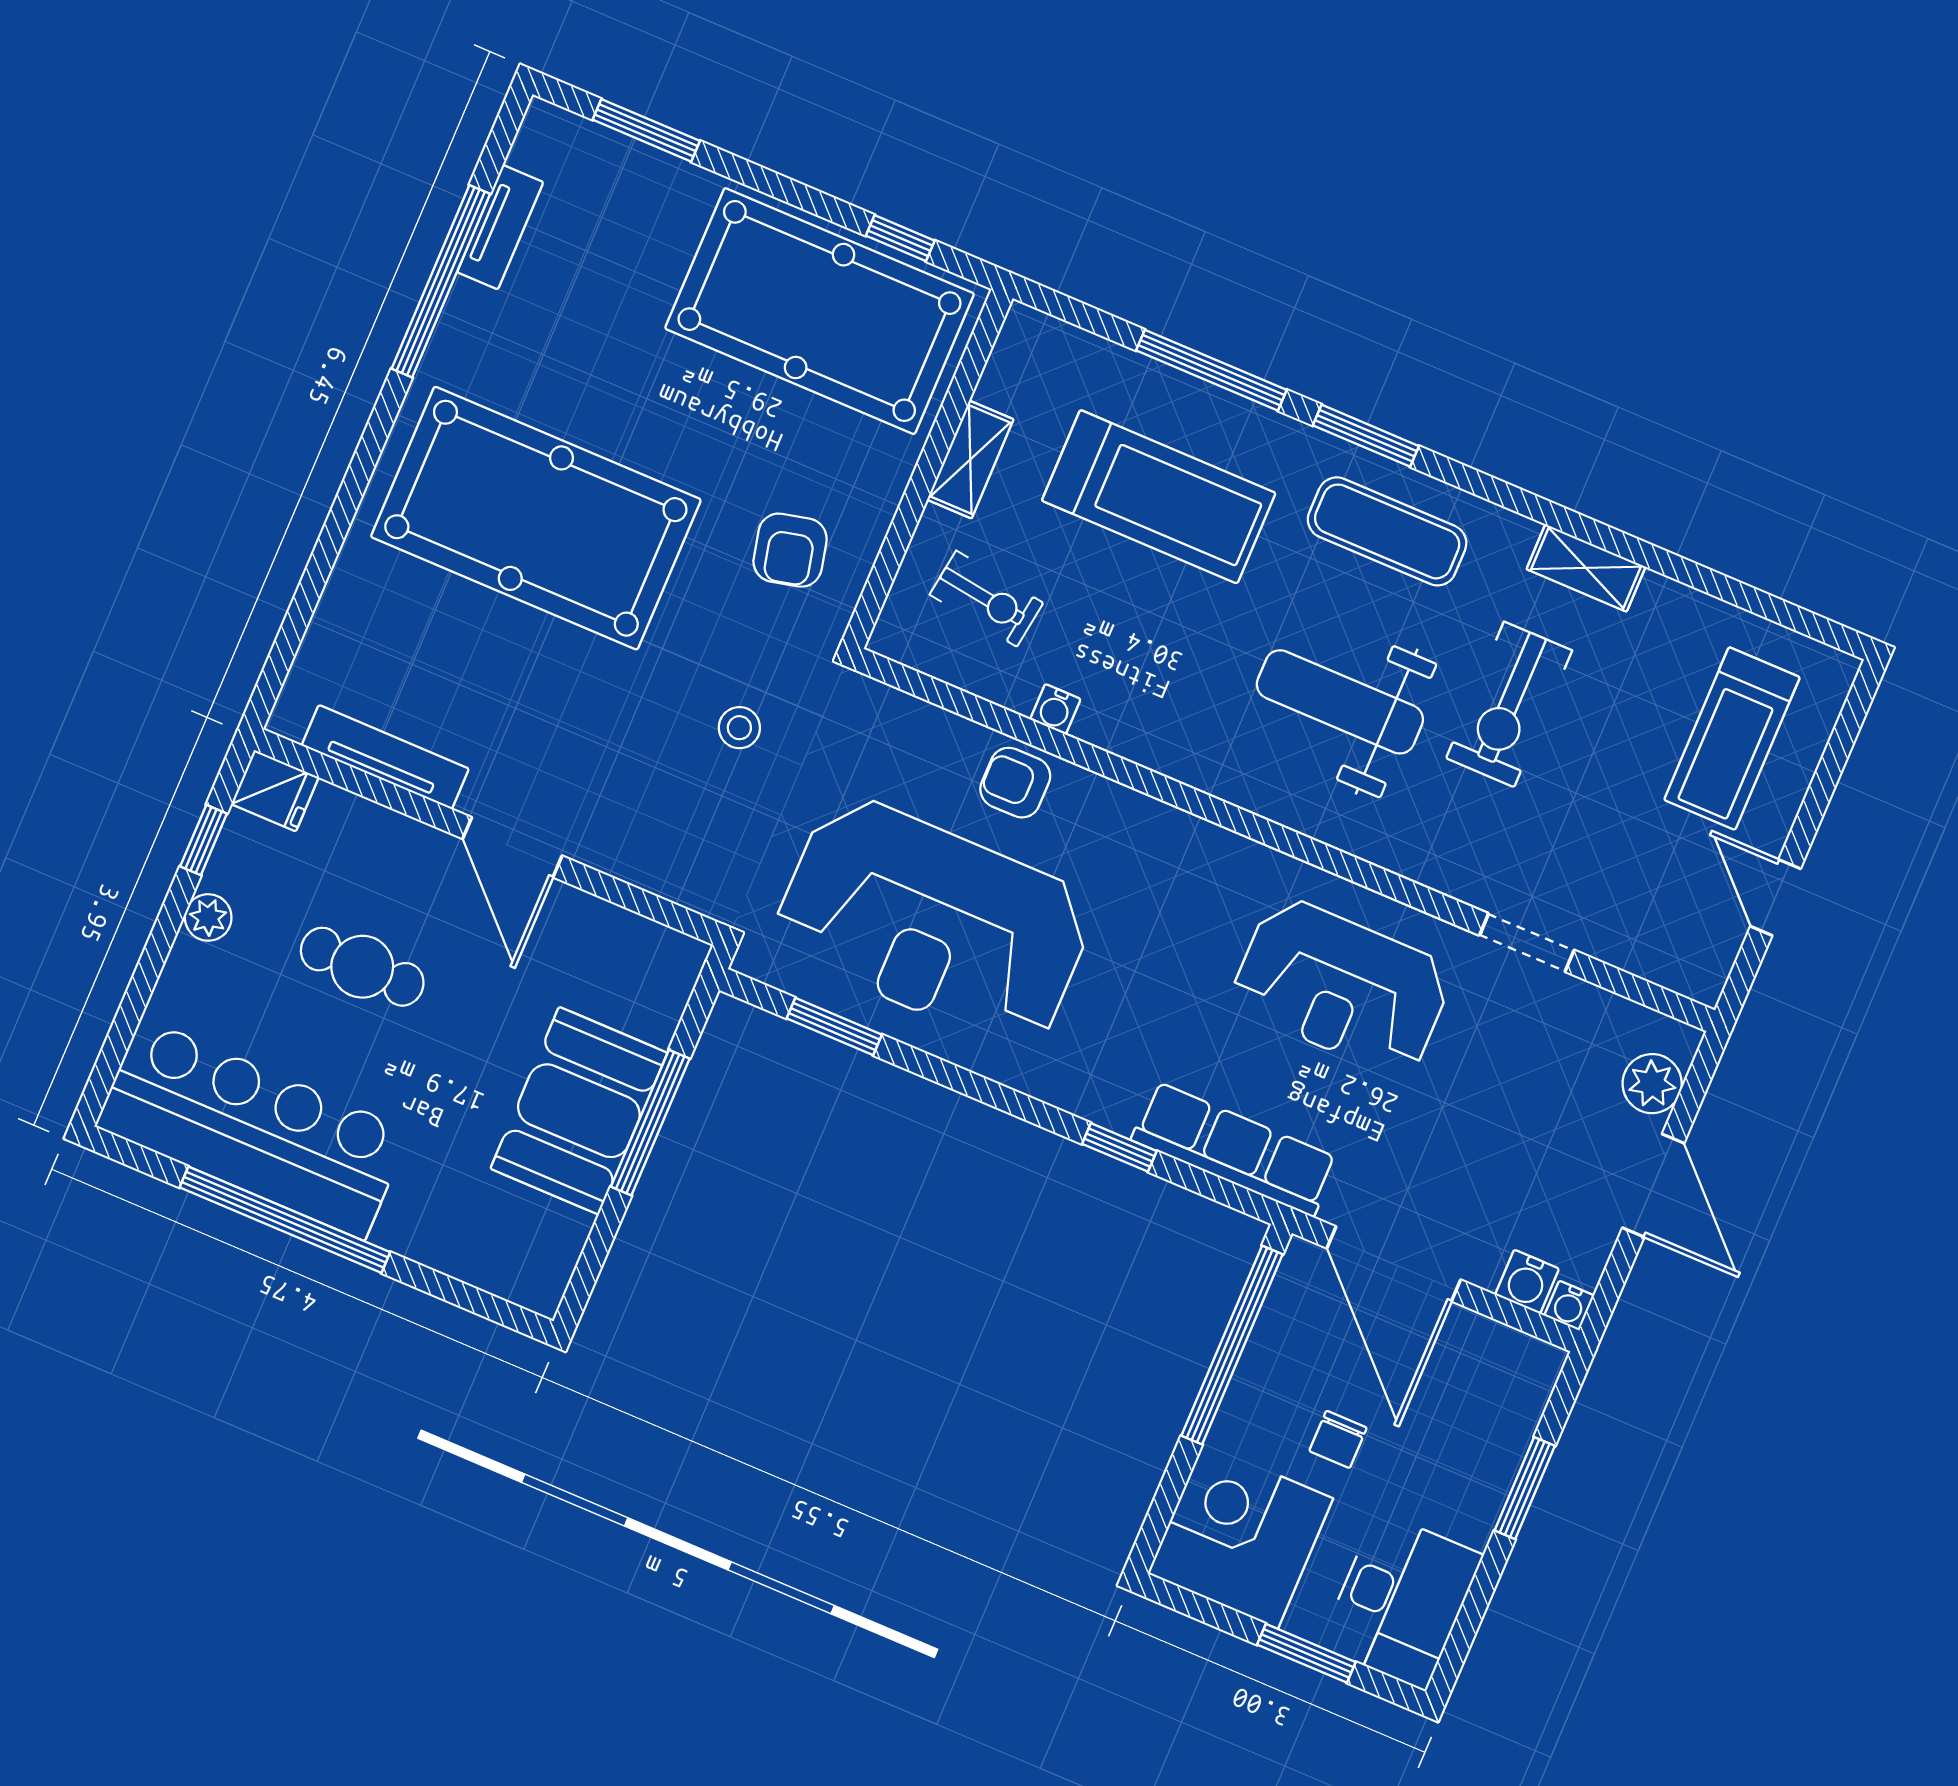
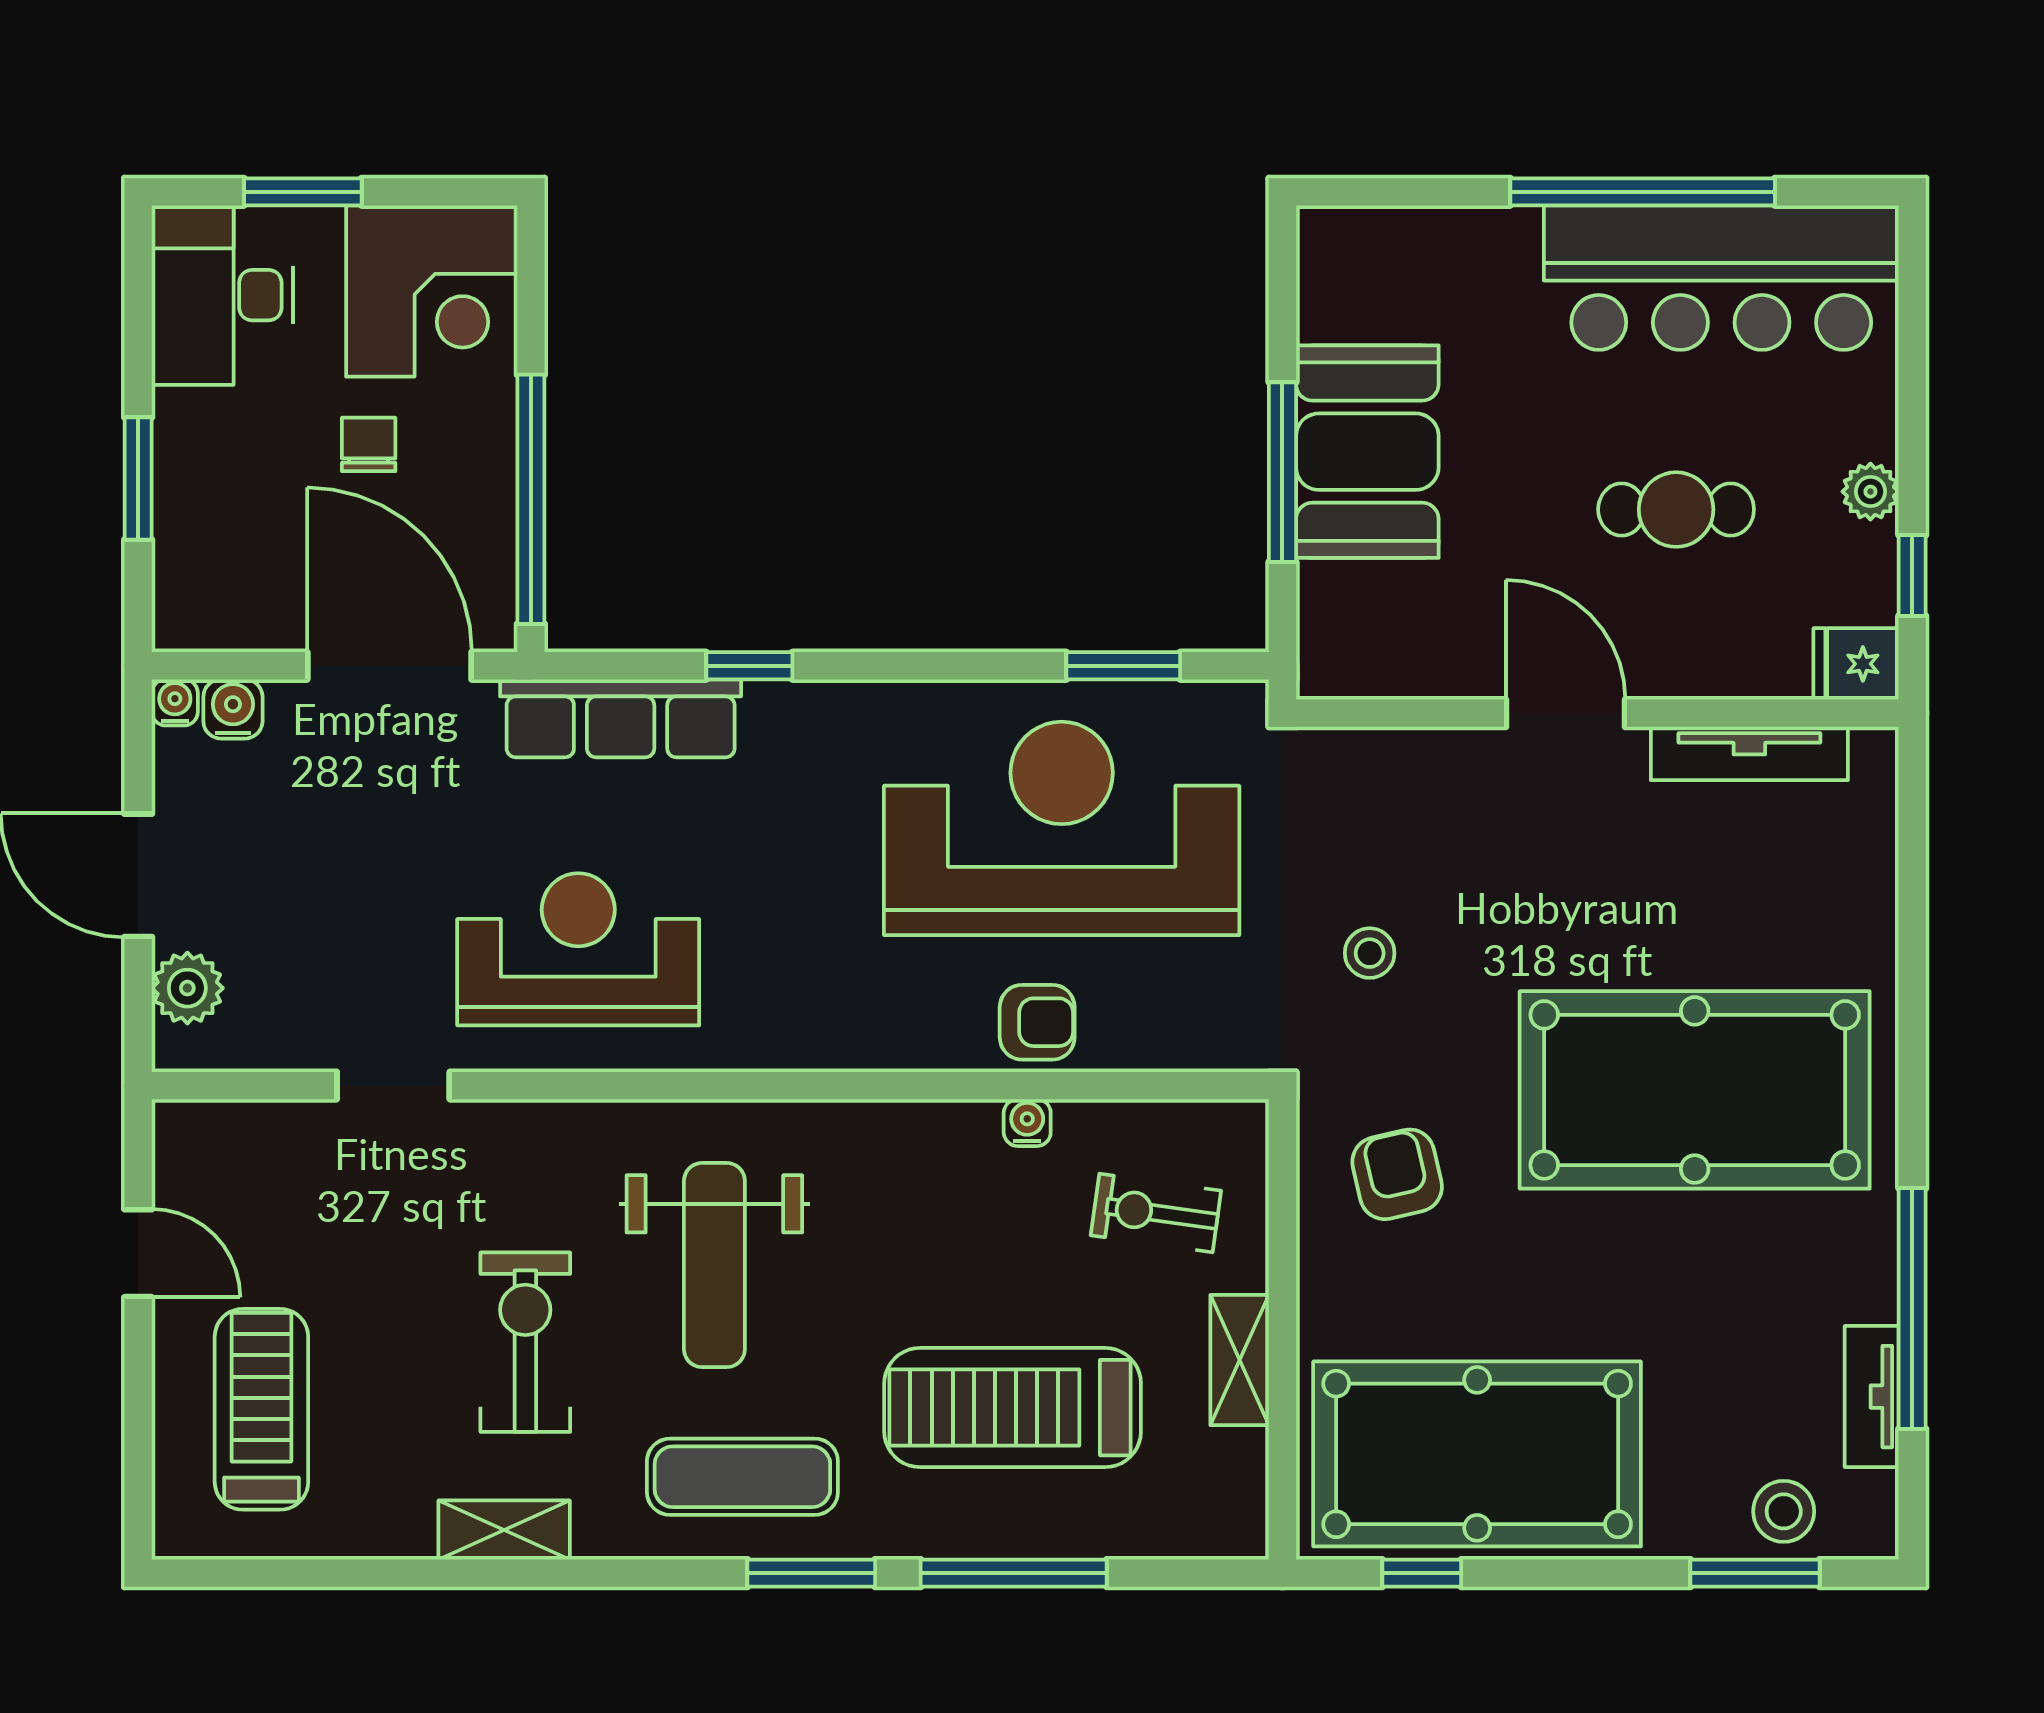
stool: (604, 168) -> (1784, 1511), added
weight bench: (1340, 702) -> (714, 1265), turned 90

